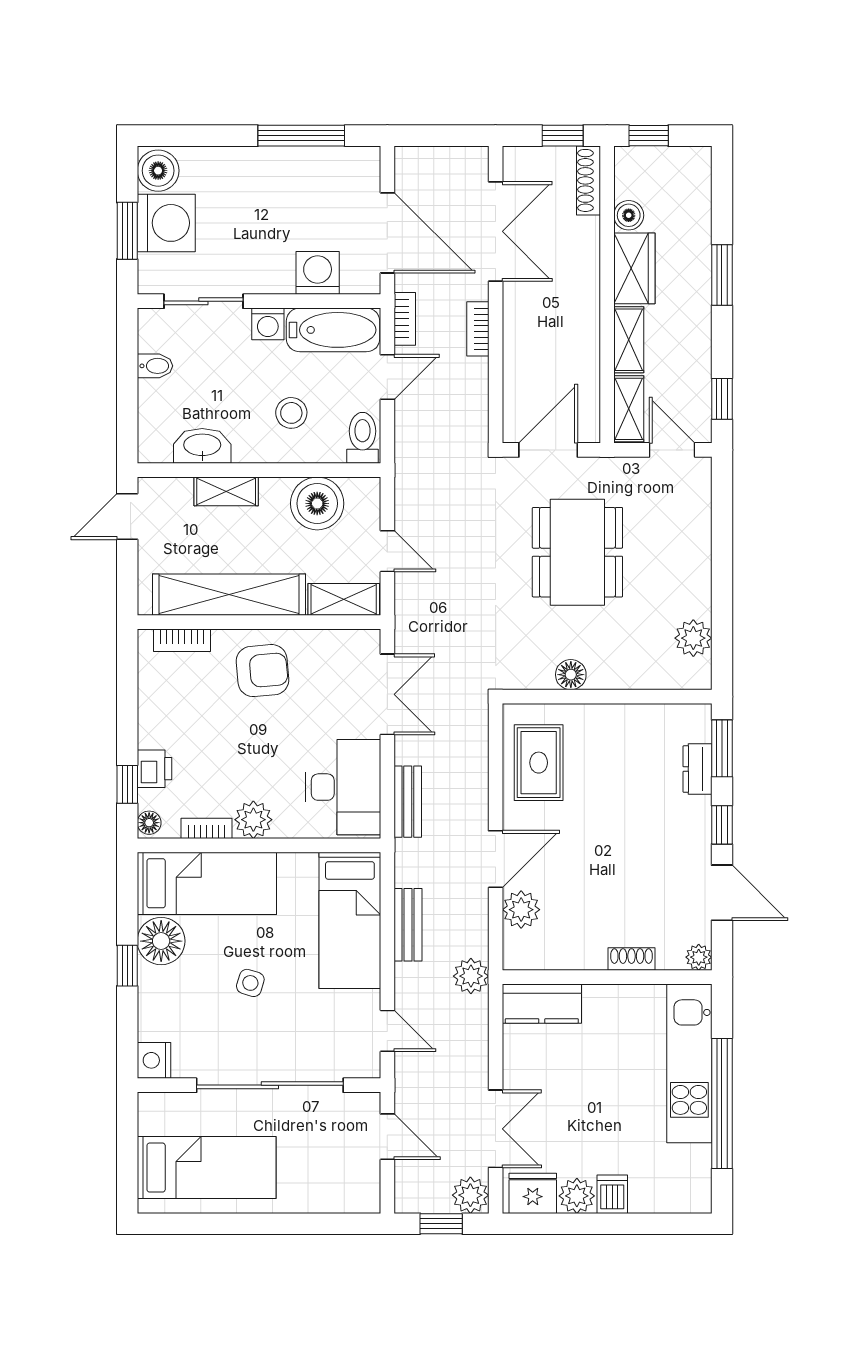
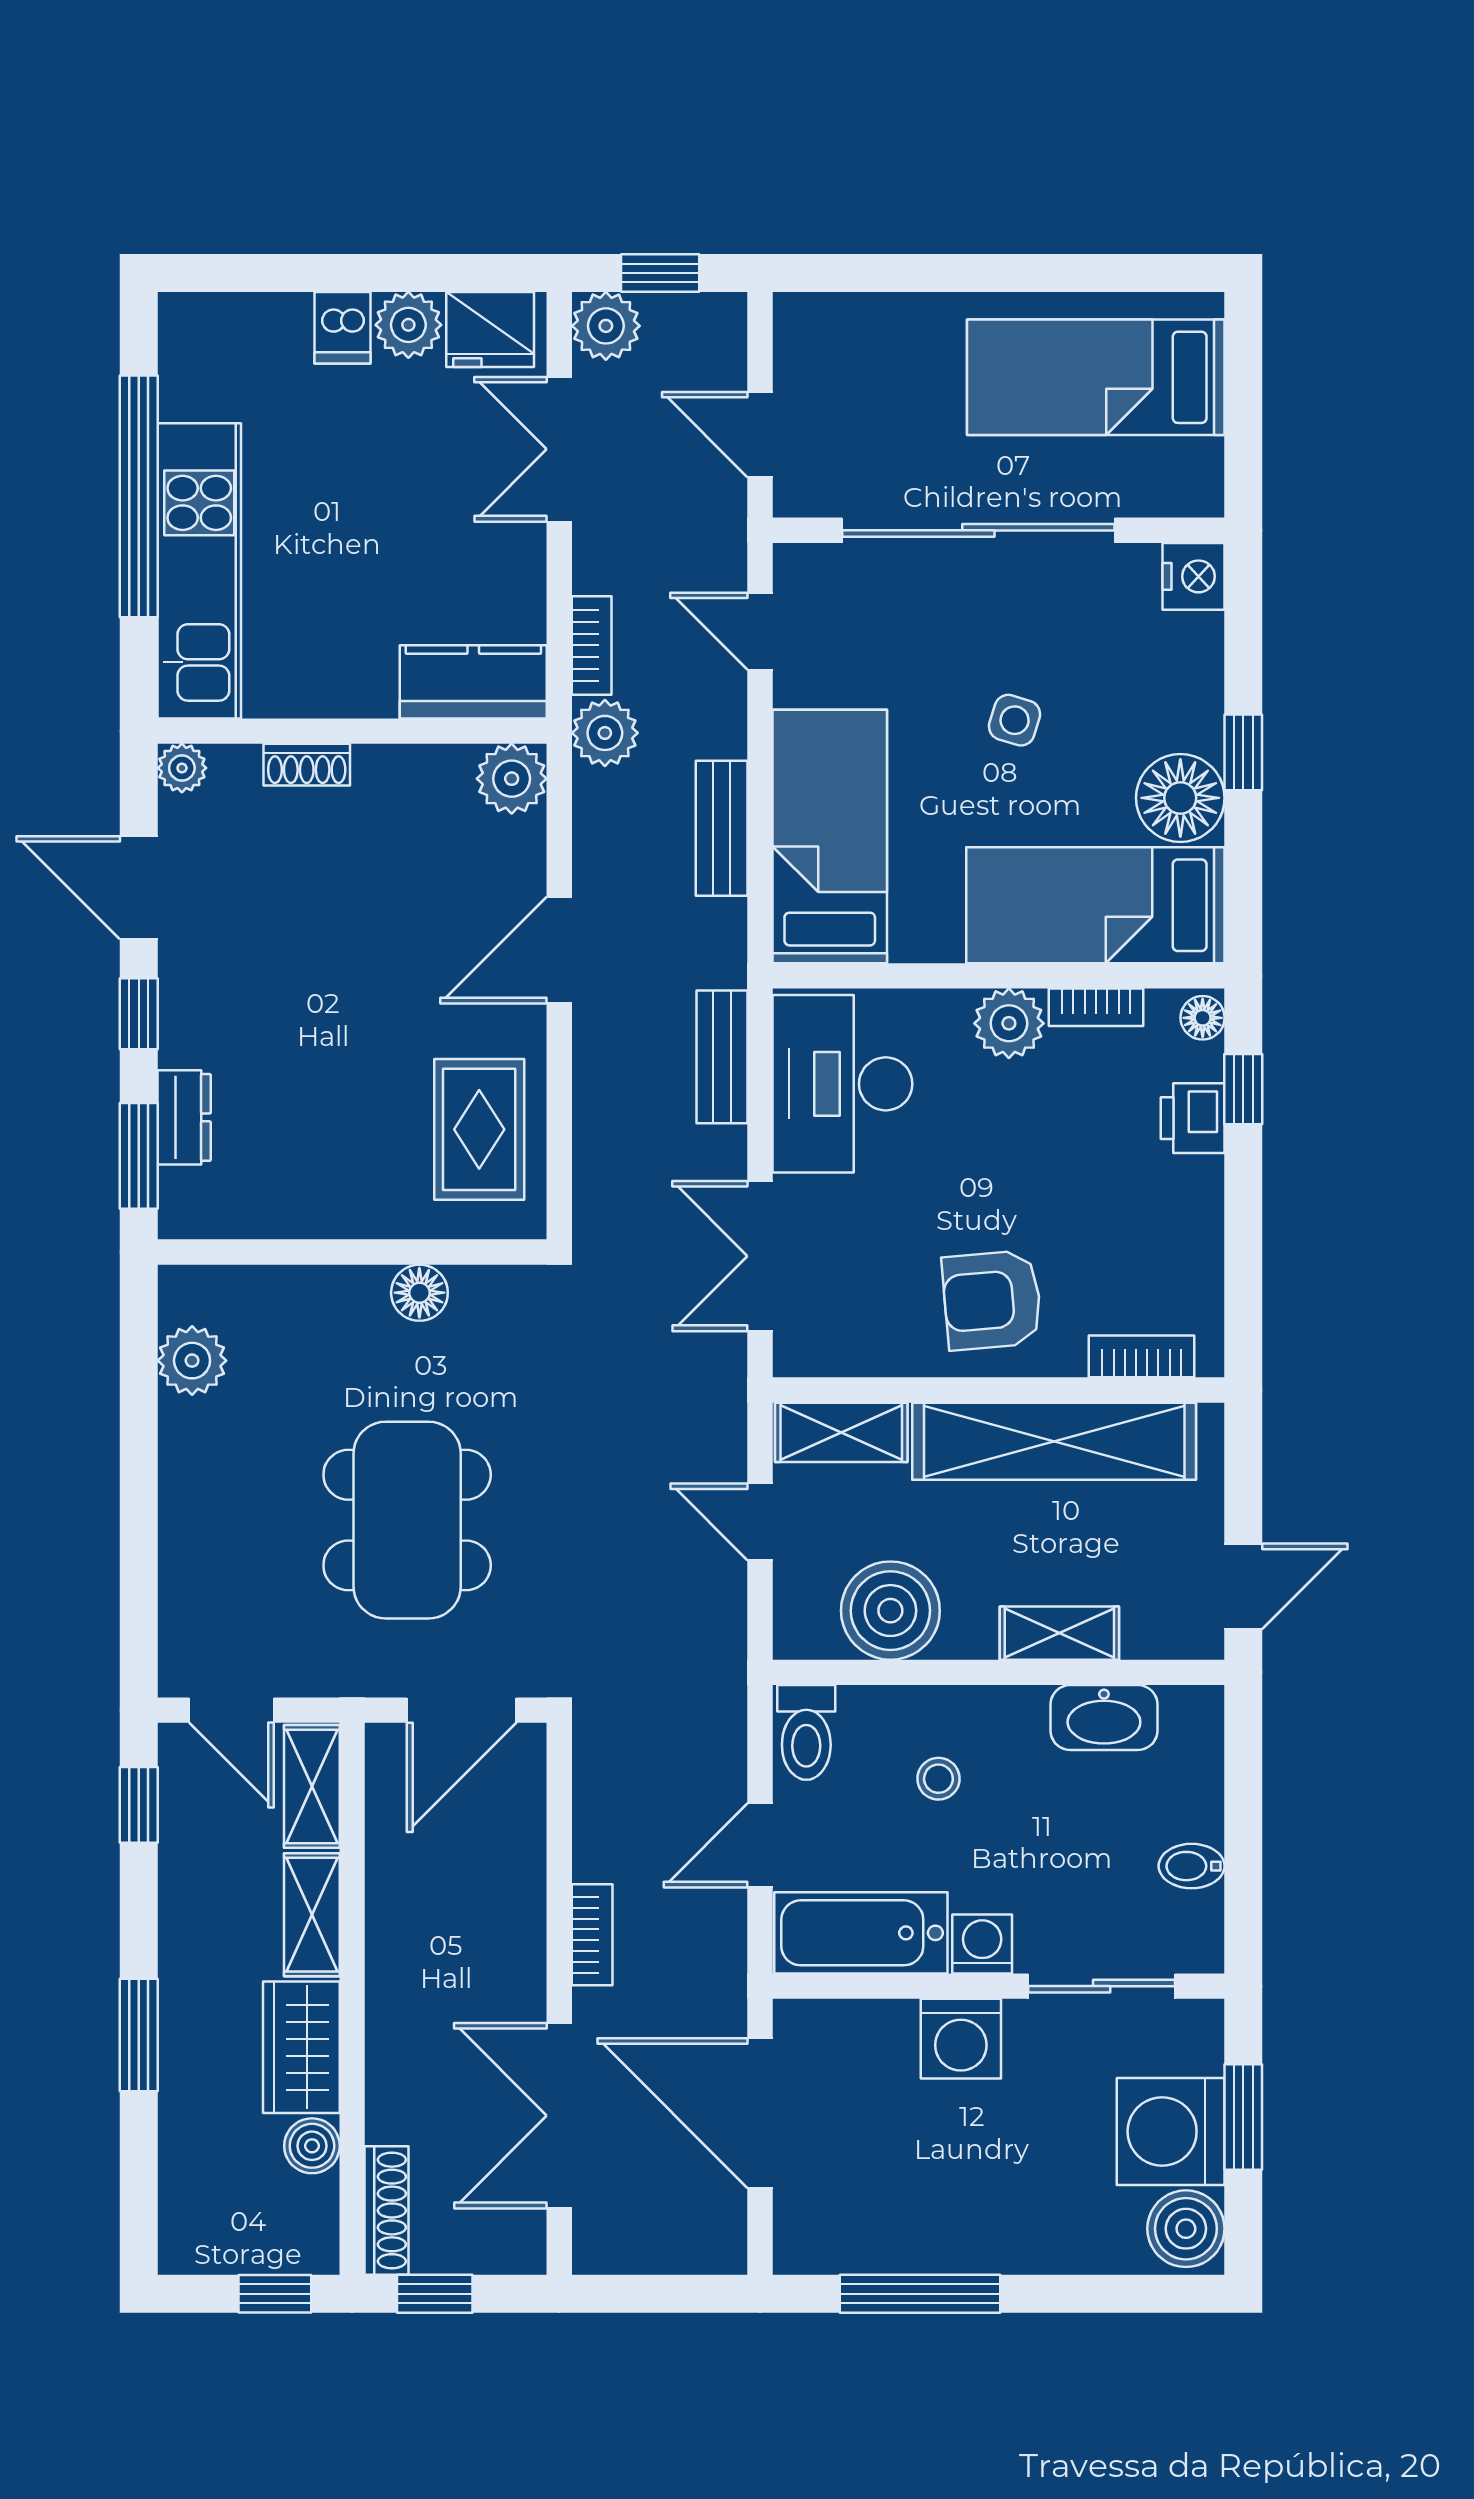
washing machine: (318, 273) -> (961, 2039), moved
bookcase: (405, 319) -> (592, 645), moved, turned 180
stool: (291, 413) -> (938, 1779), width x0.73, depth x0.73
plant: (521, 910) -> (512, 779), moved

